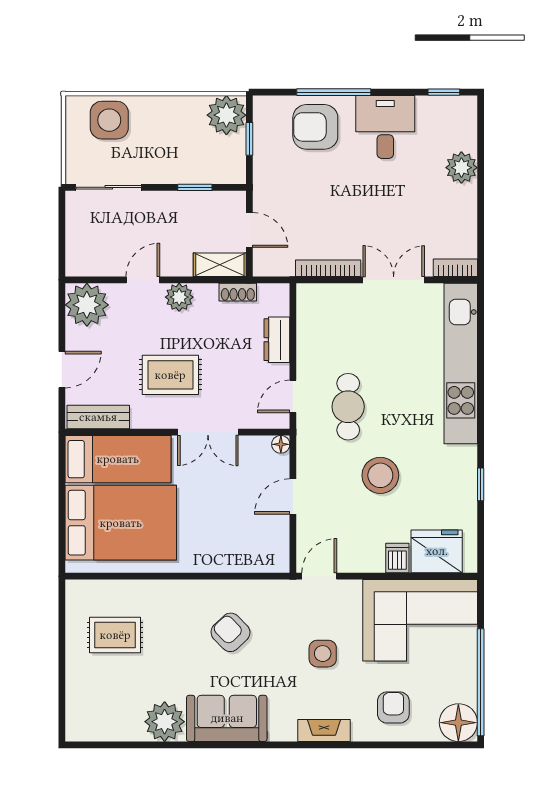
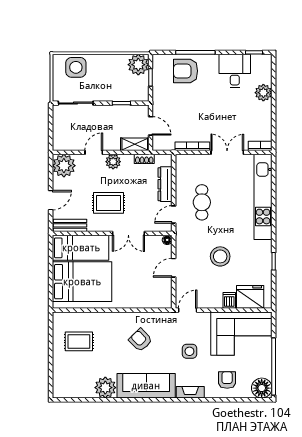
desk: (385, 127) -> (235, 71), moved
dresser: (277, 340) -> (165, 184), width x1.44
cafe table: (348, 407) -> (202, 202), moved
sofa: (227, 718) -> (146, 386), width x1.36

